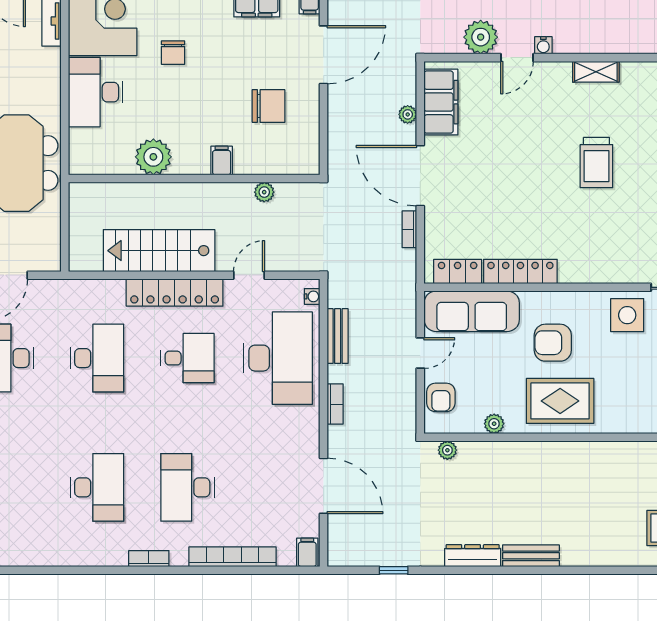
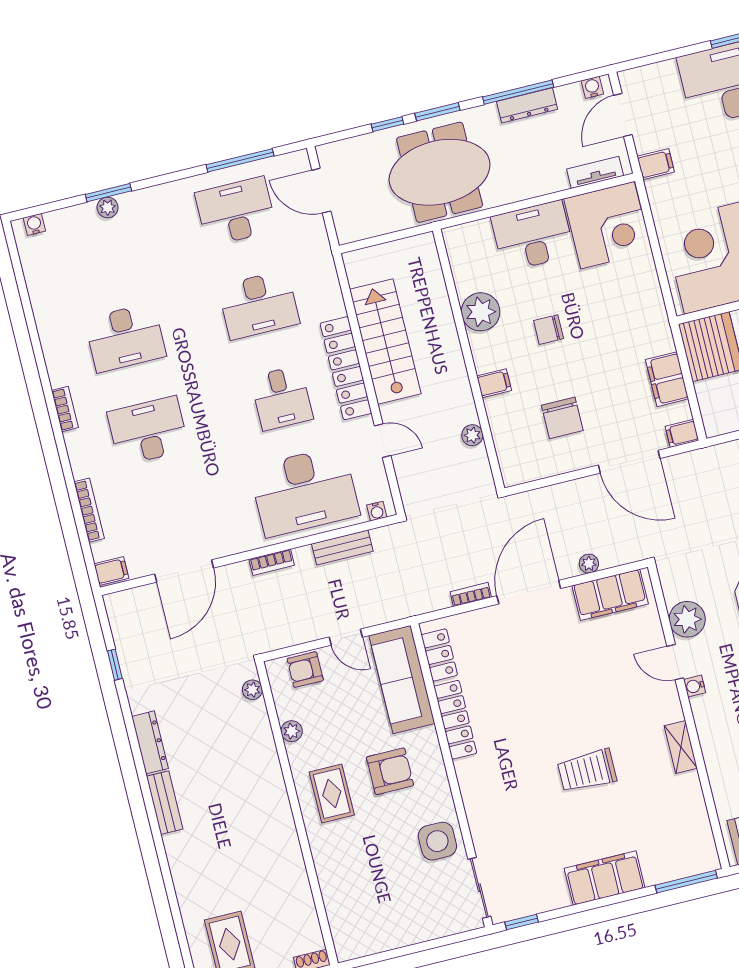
chair: (173, 53) -> (549, 330), moved
armchair: (553, 343) -> (390, 771), turned 90
rug: (560, 401) -> (332, 793), width x0.73, depth x0.70
bookcase: (233, 557) -> (89, 510), width x0.68, depth x0.76

